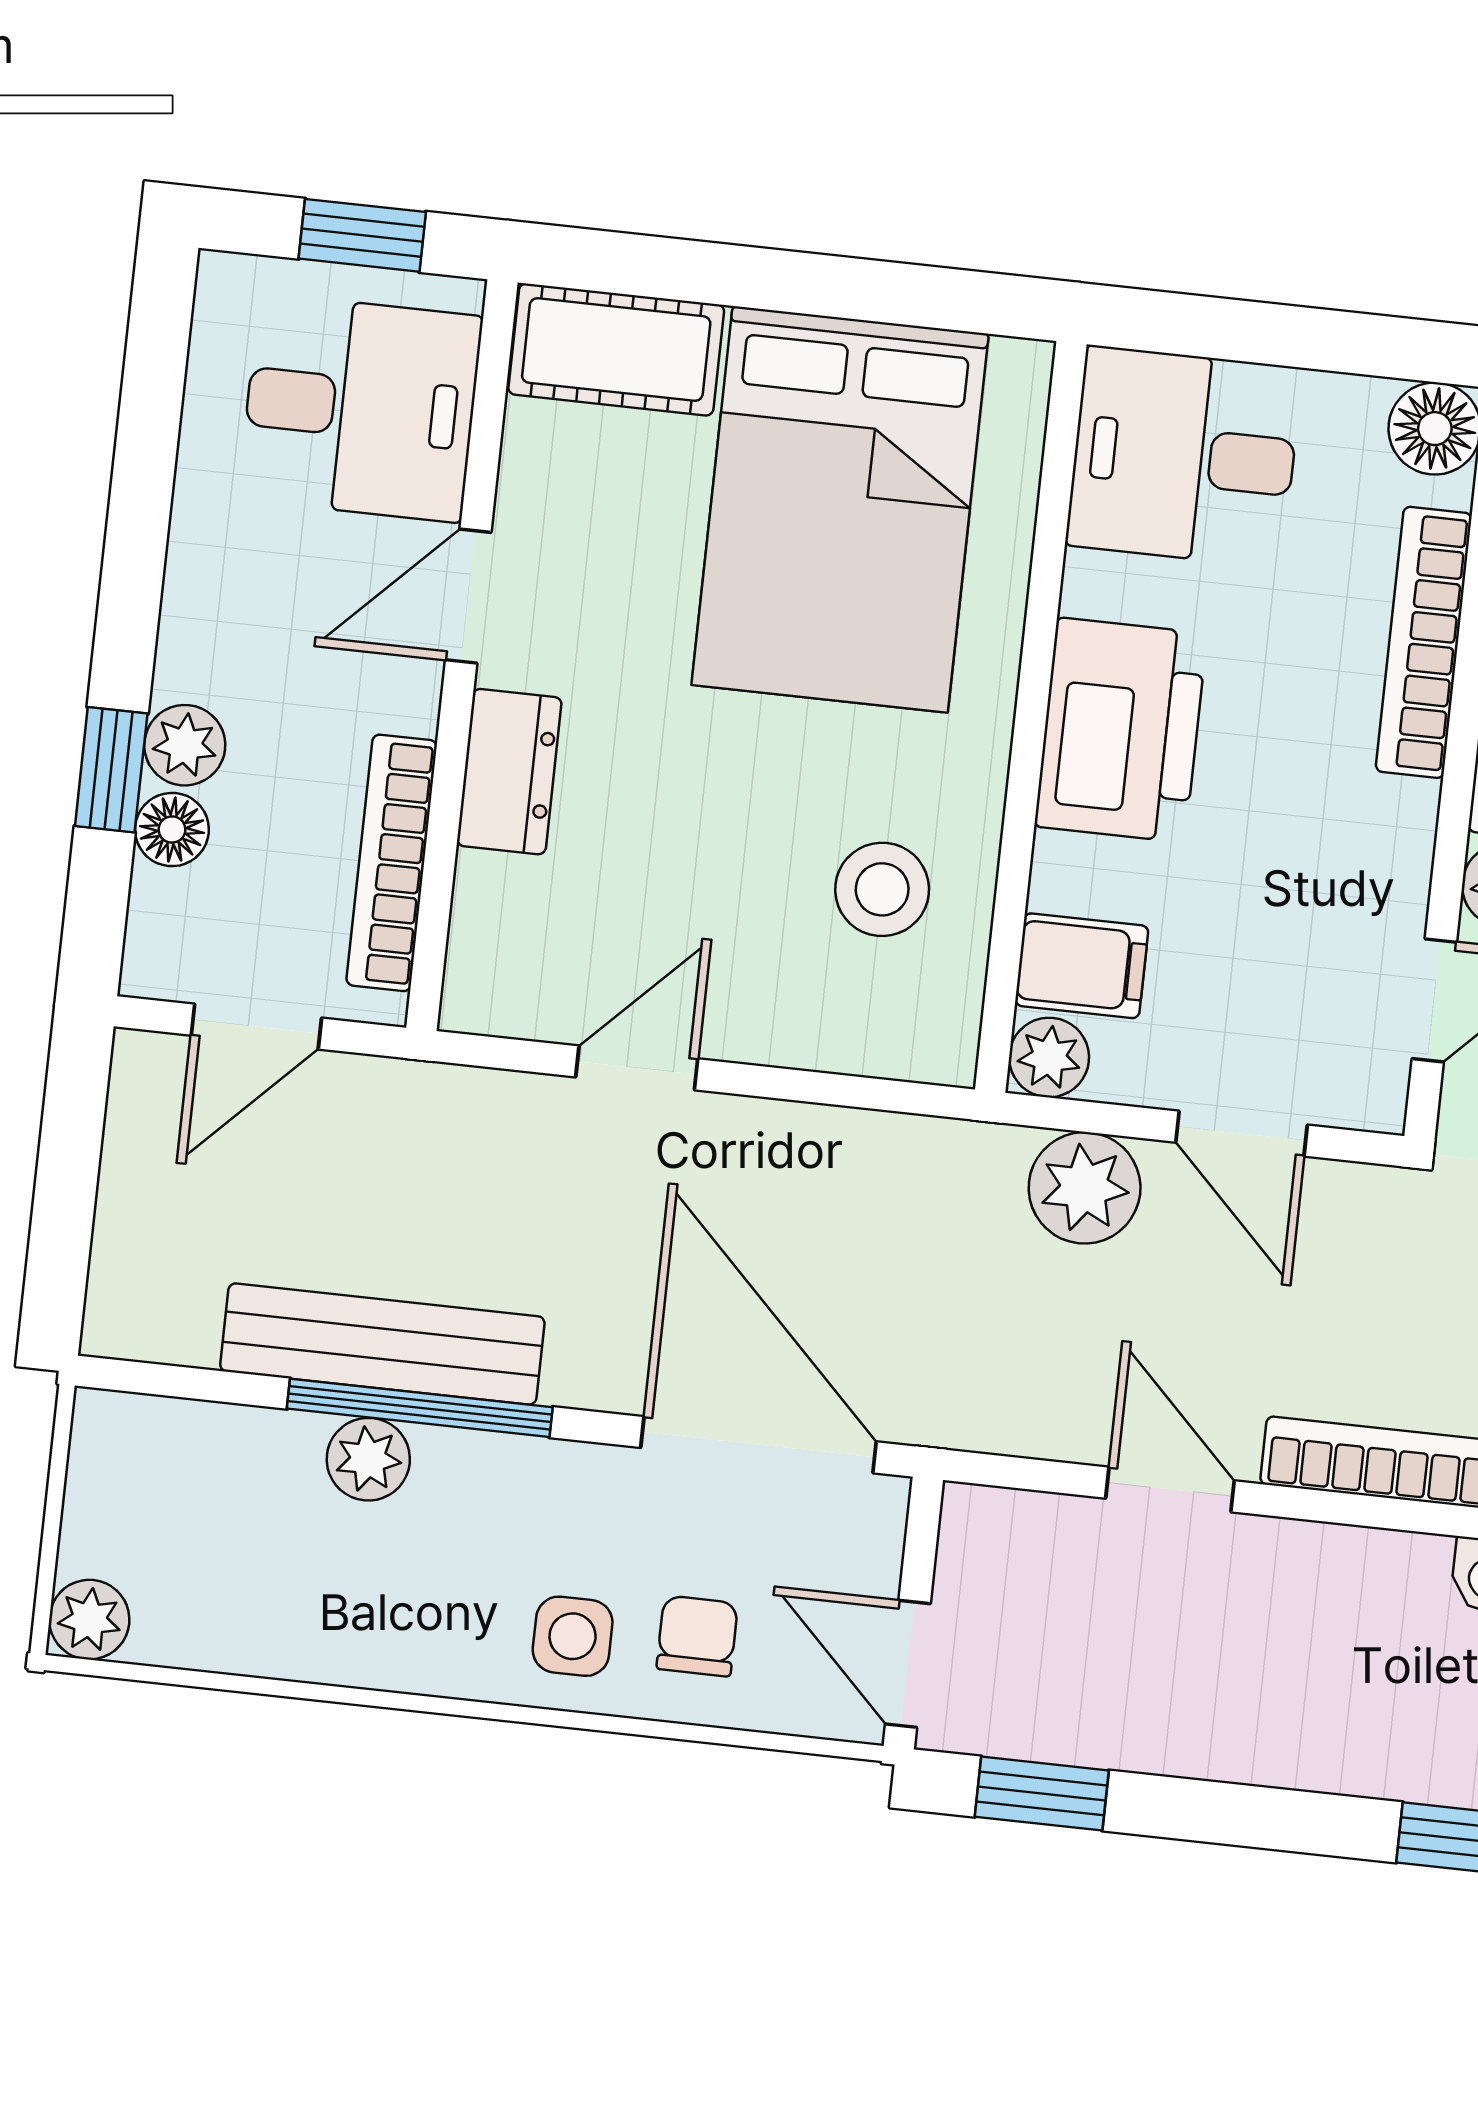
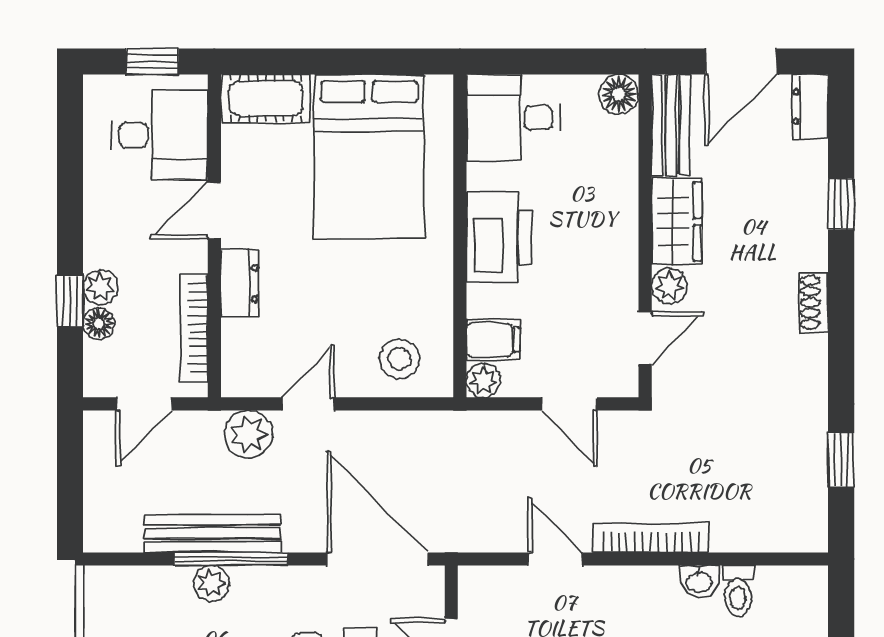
bookcase: (1424, 642) -> (624, 186), removed
stool: (882, 889) -> (399, 359), moved
plant: (1085, 1188) -> (248, 434), moved

